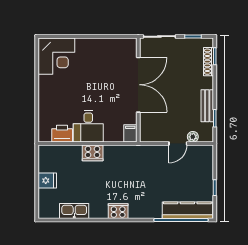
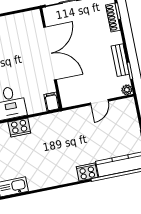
plant: (193, 137) -> (127, 90), moved
cooker: (118, 211) -> (87, 172), moved

